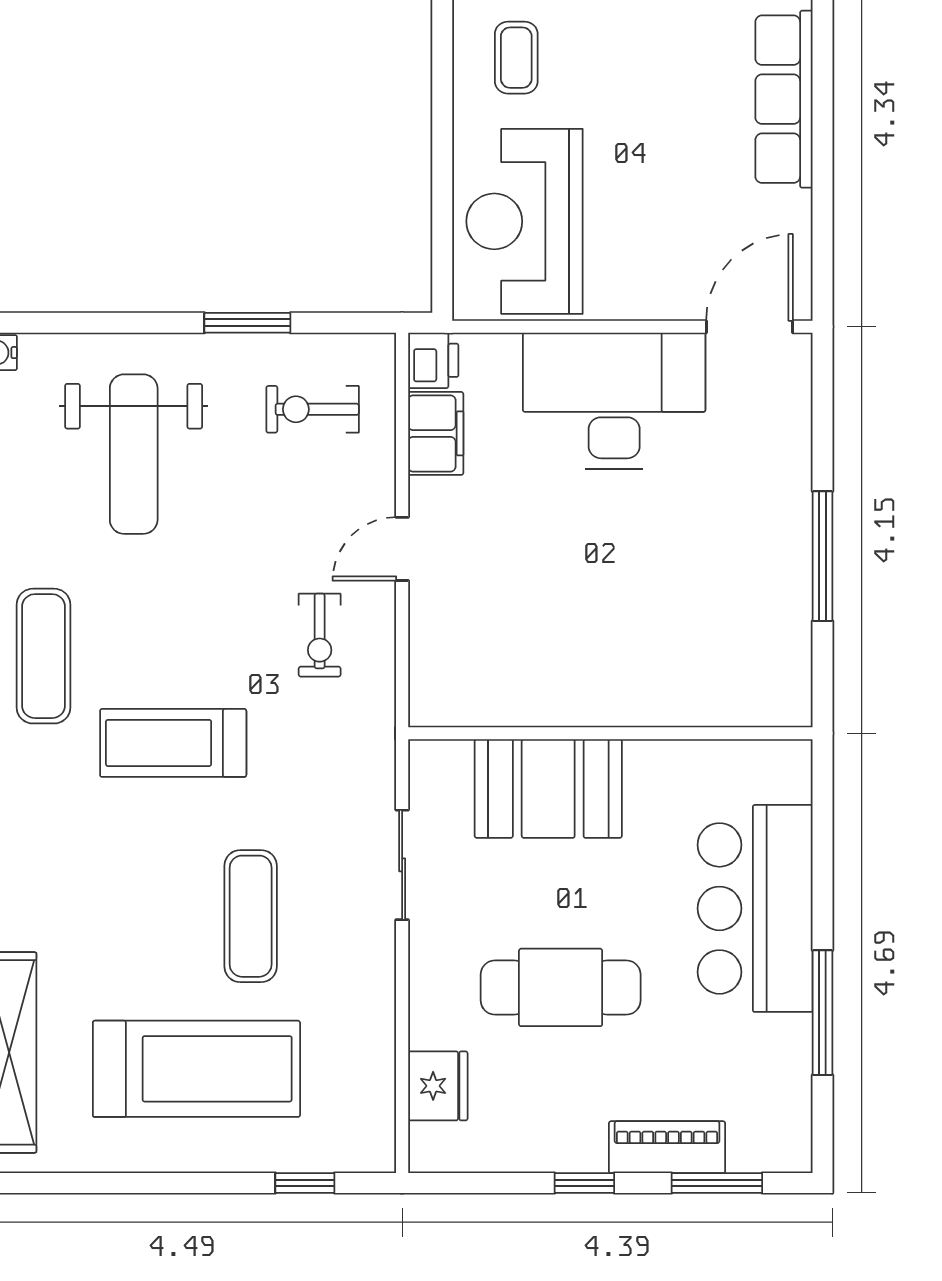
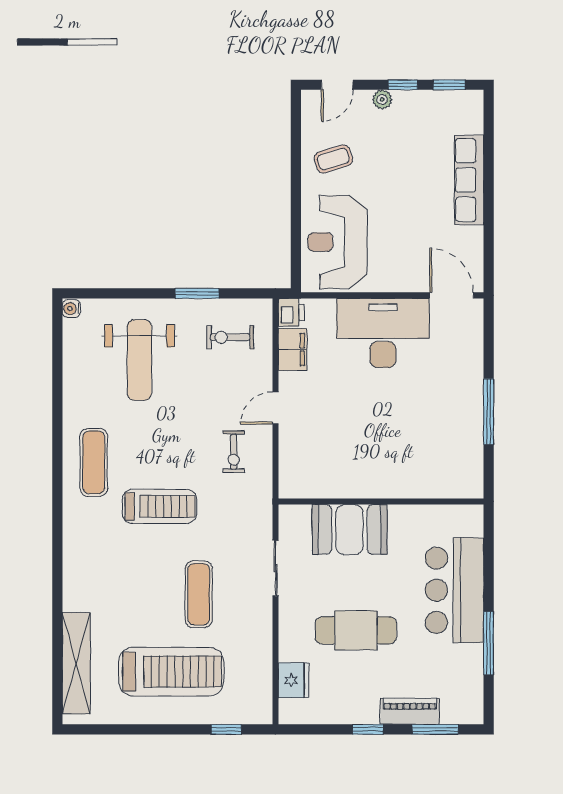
coffee table: (516, 58) -> (333, 159), turned 73
door: (749, 327) -> (452, 295), hinge flipped
treadmill: (173, 743) -> (159, 506), turned 180

